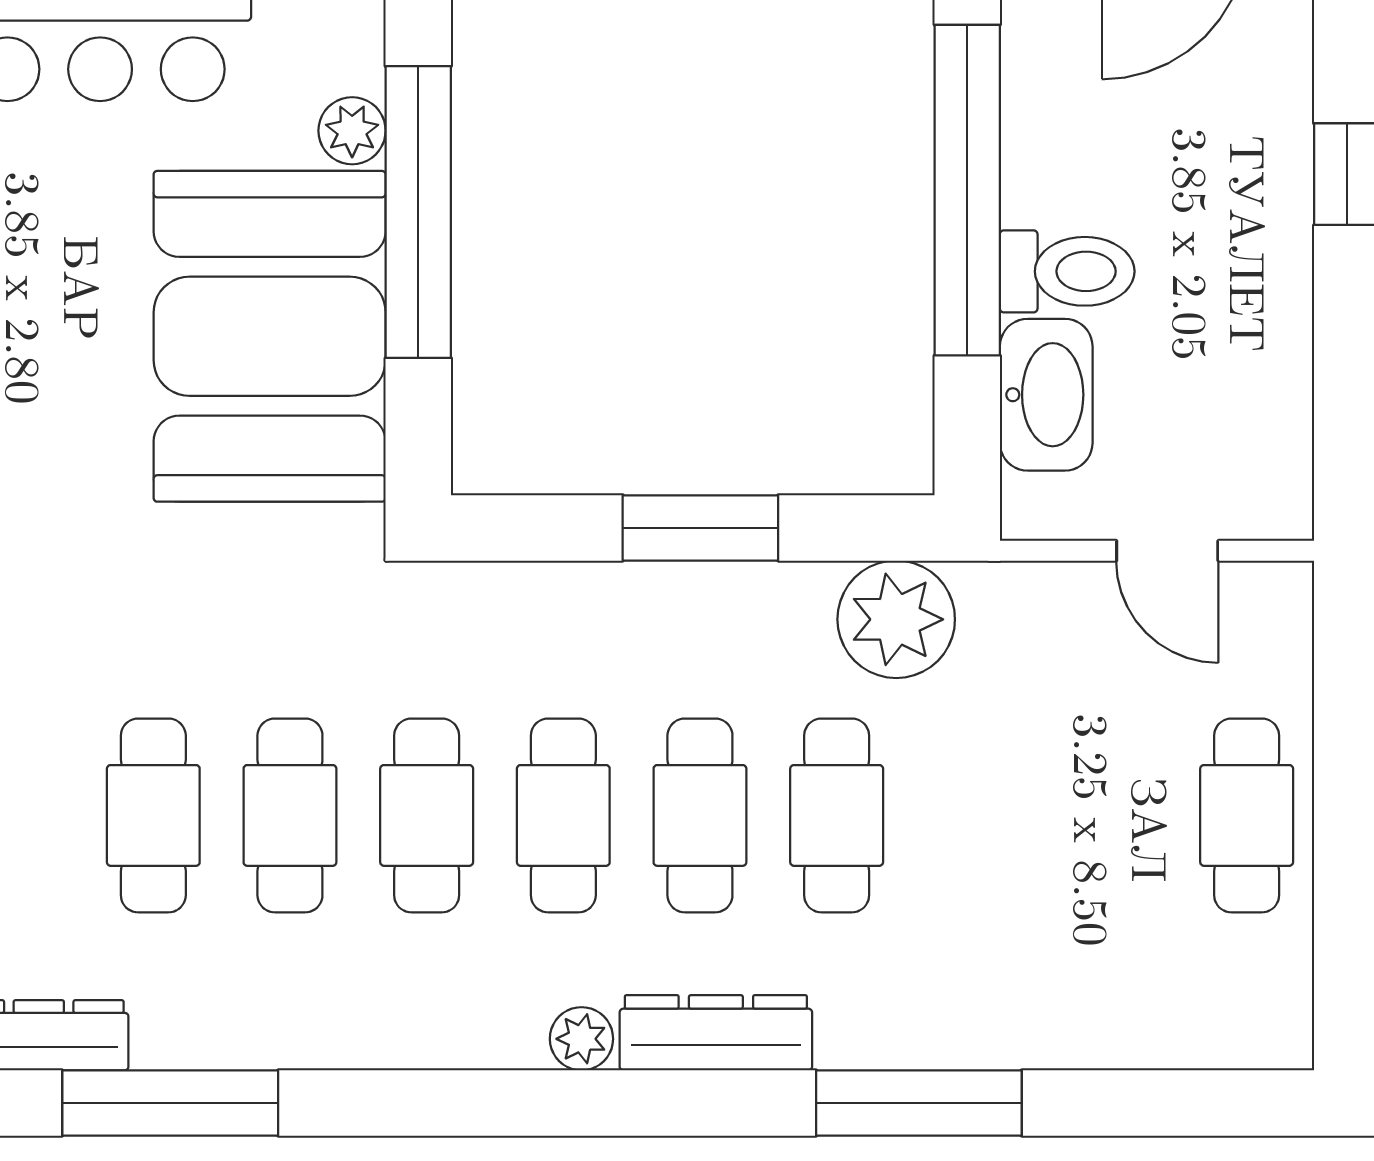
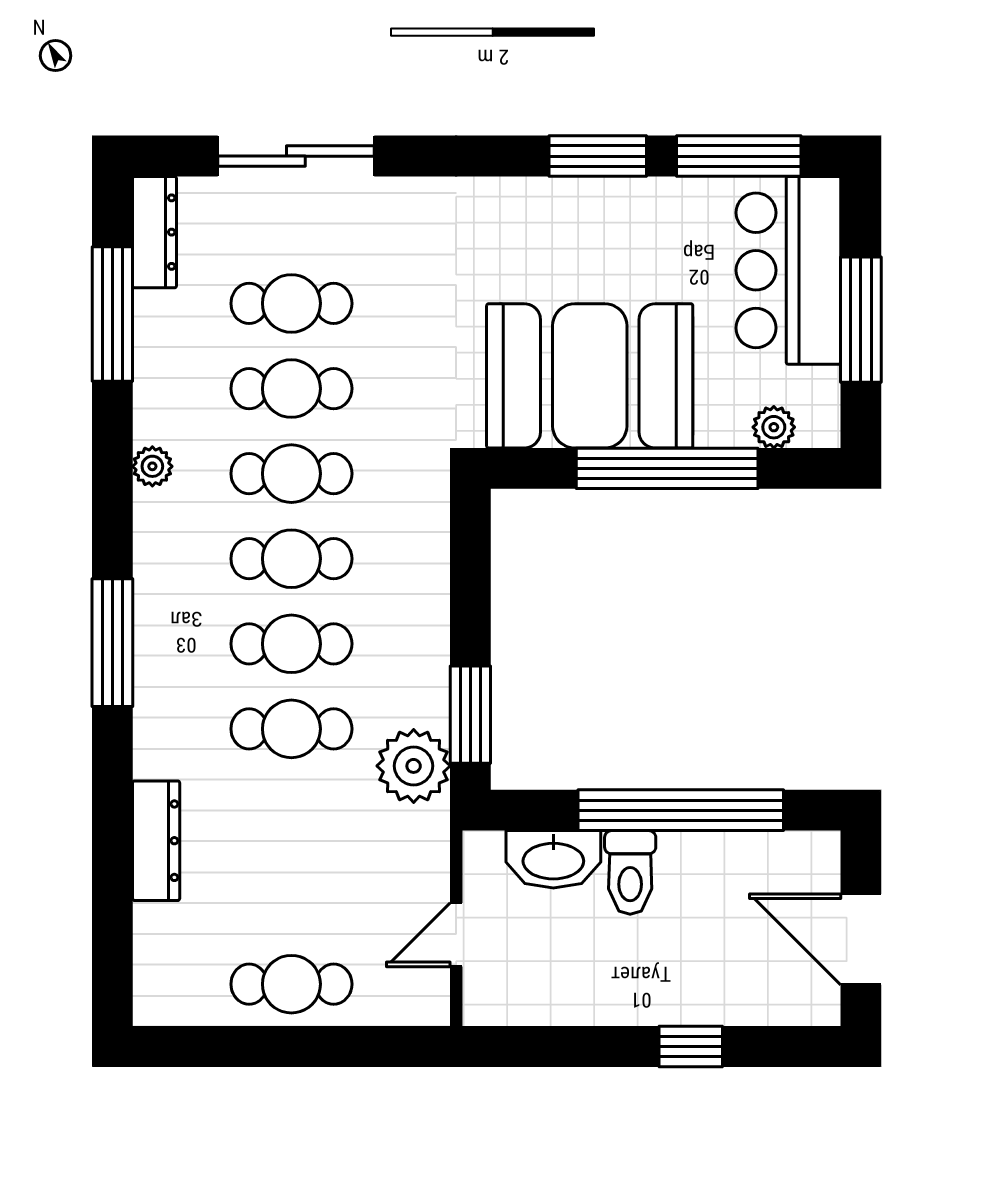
plant: (352, 131) -> (774, 427), moved
window: (700, 528) -> (470, 715), moved
dresser: (716, 1033) -> (156, 841), moved
plant: (581, 1039) -> (152, 466), moved
window: (919, 1103) -> (112, 643), moved

